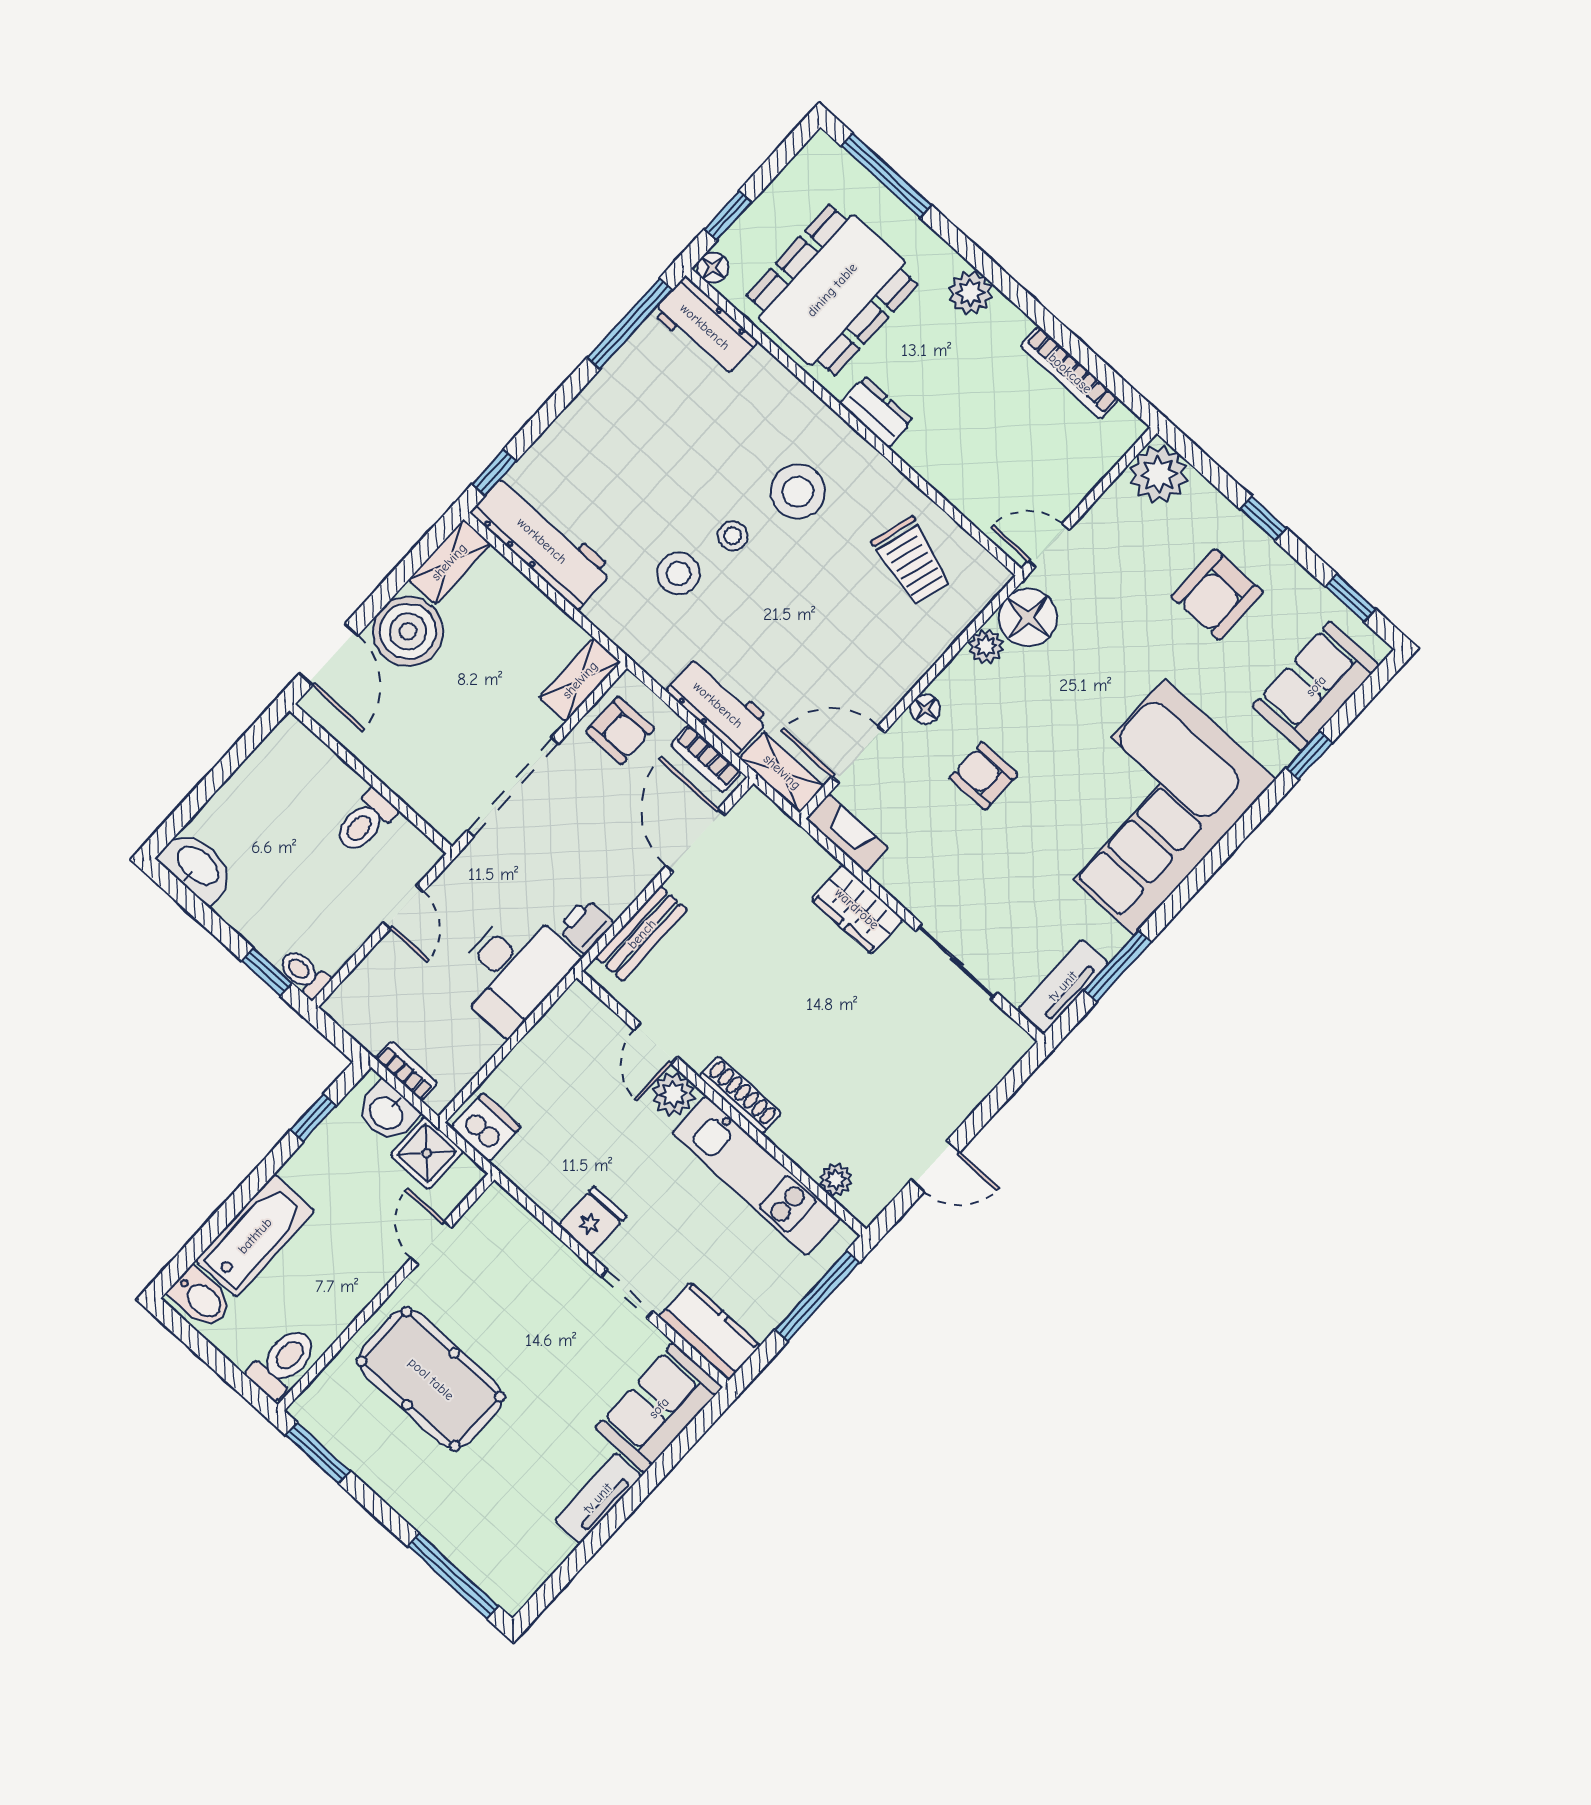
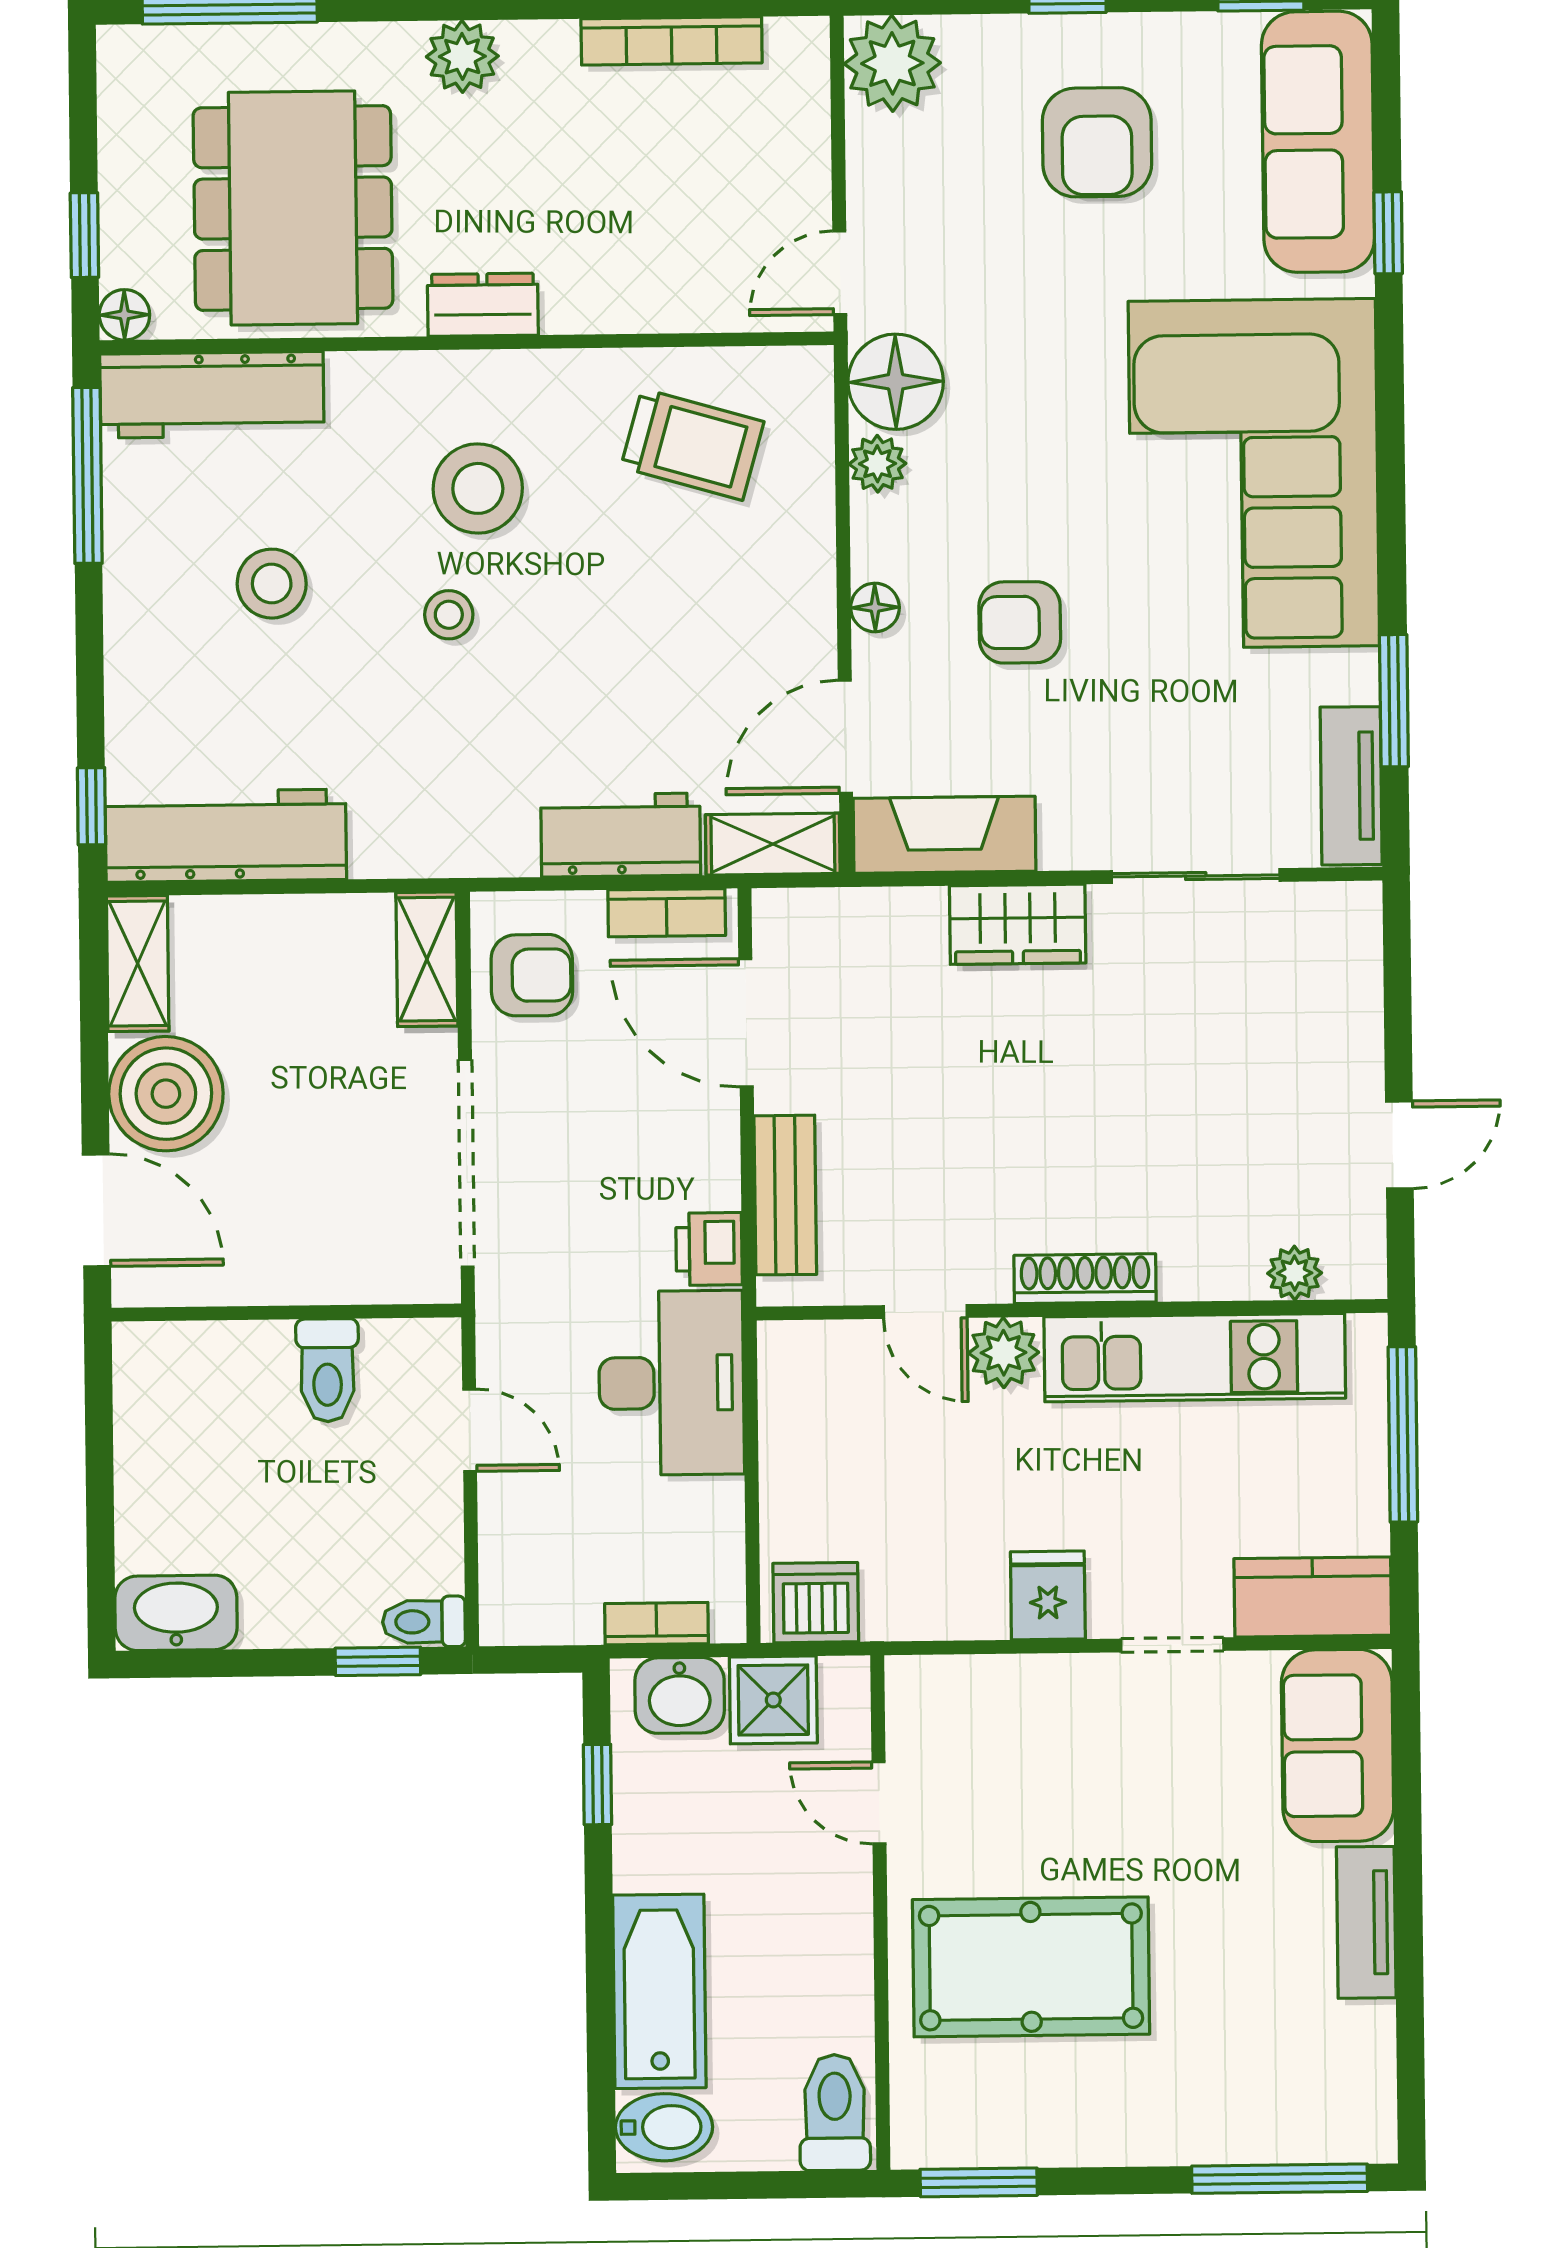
workbench: (705, 327) -> (212, 395), width x1.38
stool: (679, 573) -> (272, 584), moved
sofa: (1316, 686) -> (1318, 142), width x1.36
fireplace: (847, 833) -> (945, 835), width x1.37, depth x1.32

